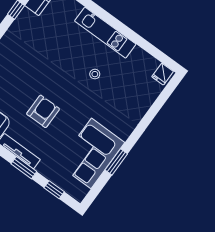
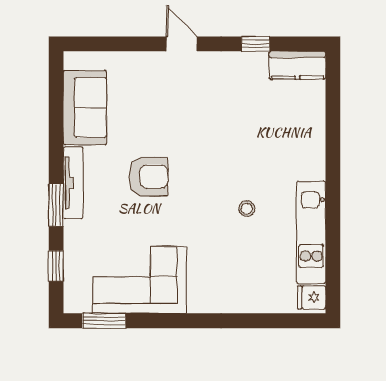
kitchen unit: (105, 33) -> (311, 232), moved
window: (116, 162) -> (104, 321), moved

